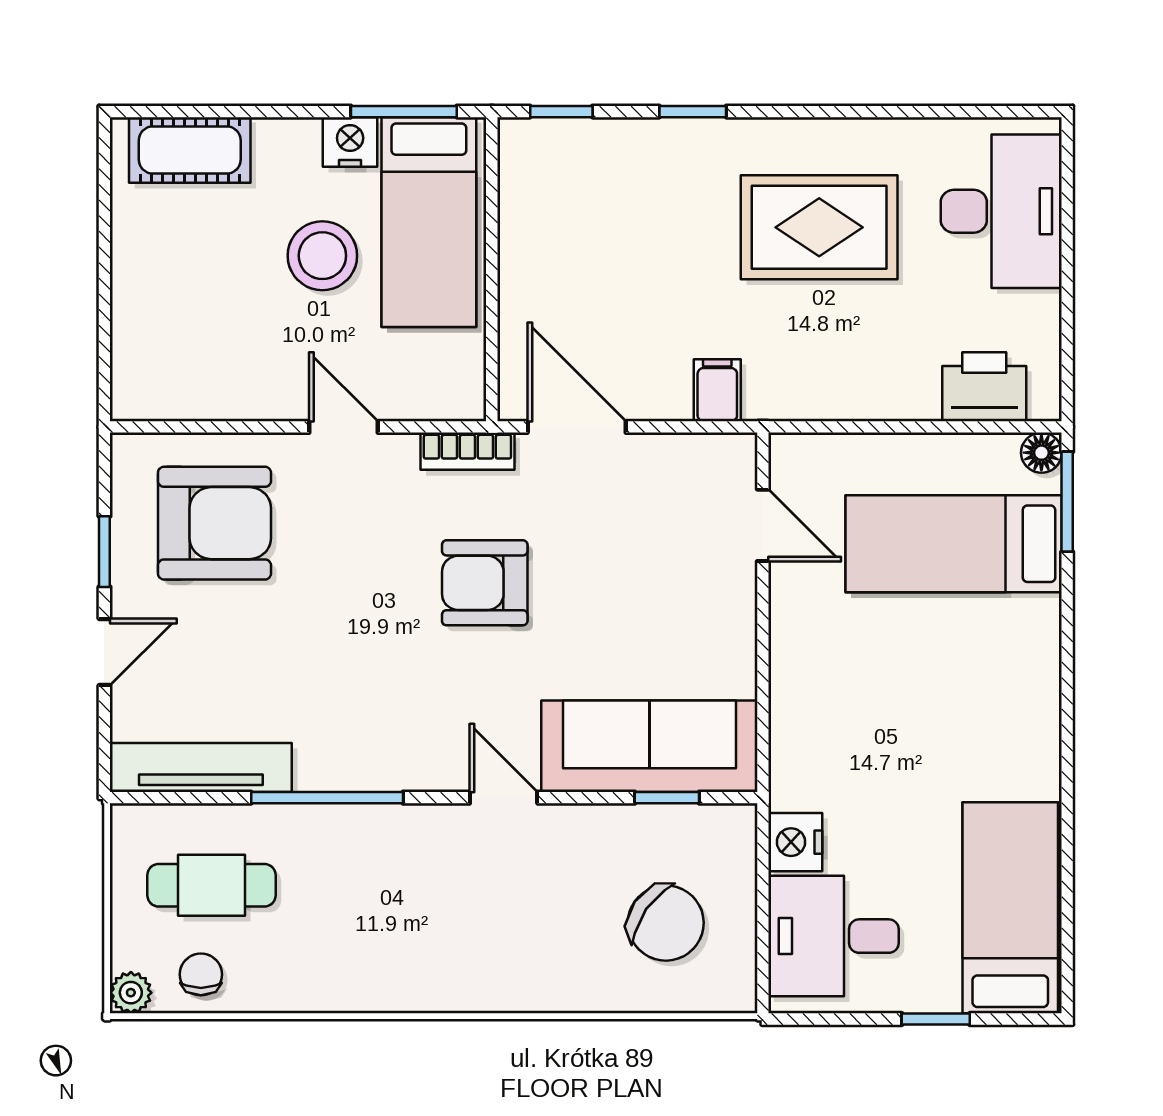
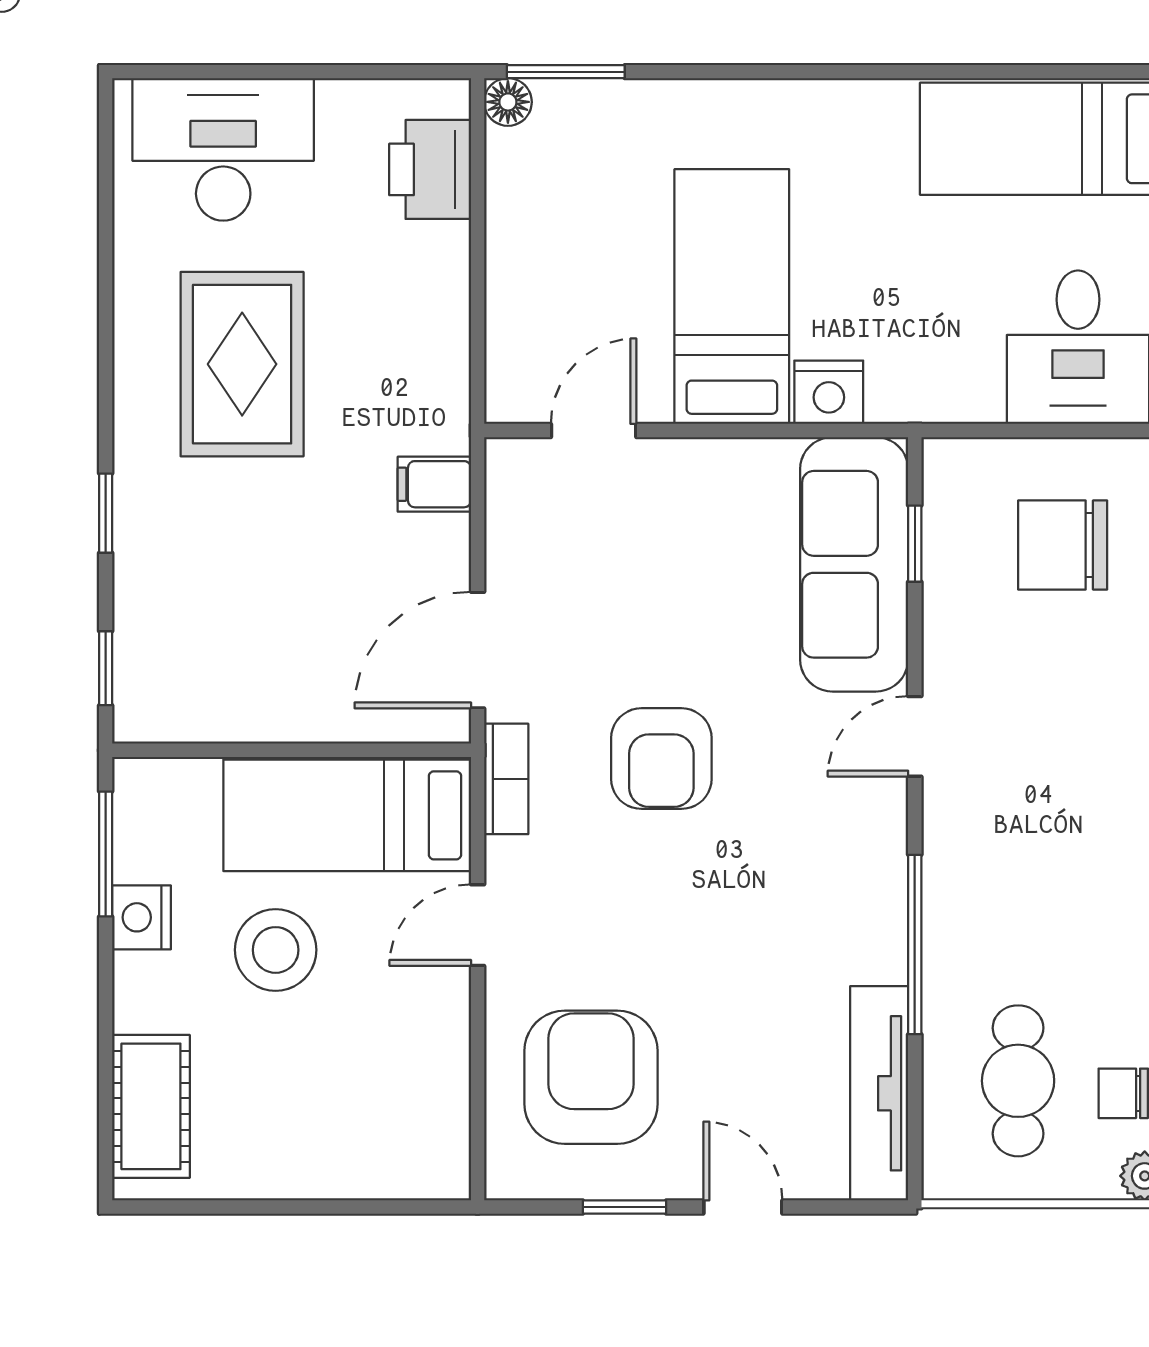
bed: (429, 222) -> (347, 815), moved, turned 180
bed: (954, 544) -> (732, 297), moved, turned 180
nightstand: (795, 842) -> (829, 392), moved
chair: (666, 923) -> (1063, 545), turned -125

